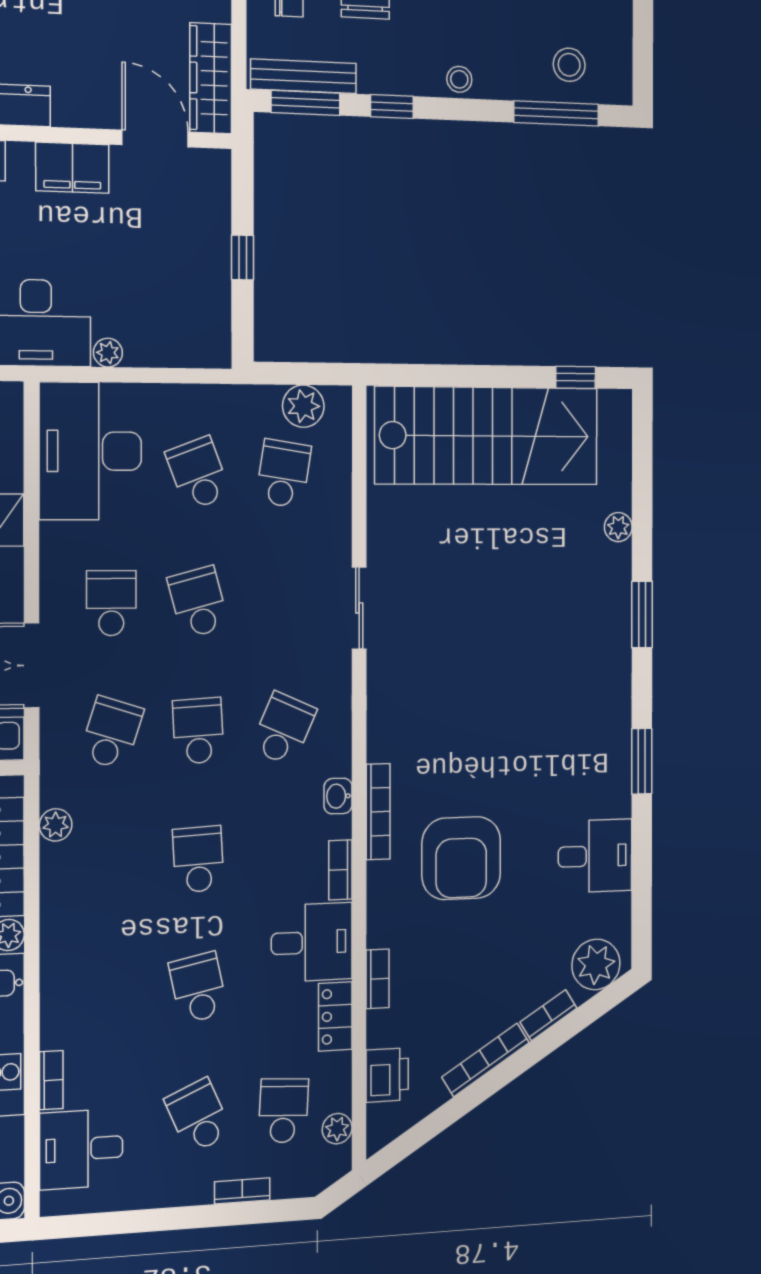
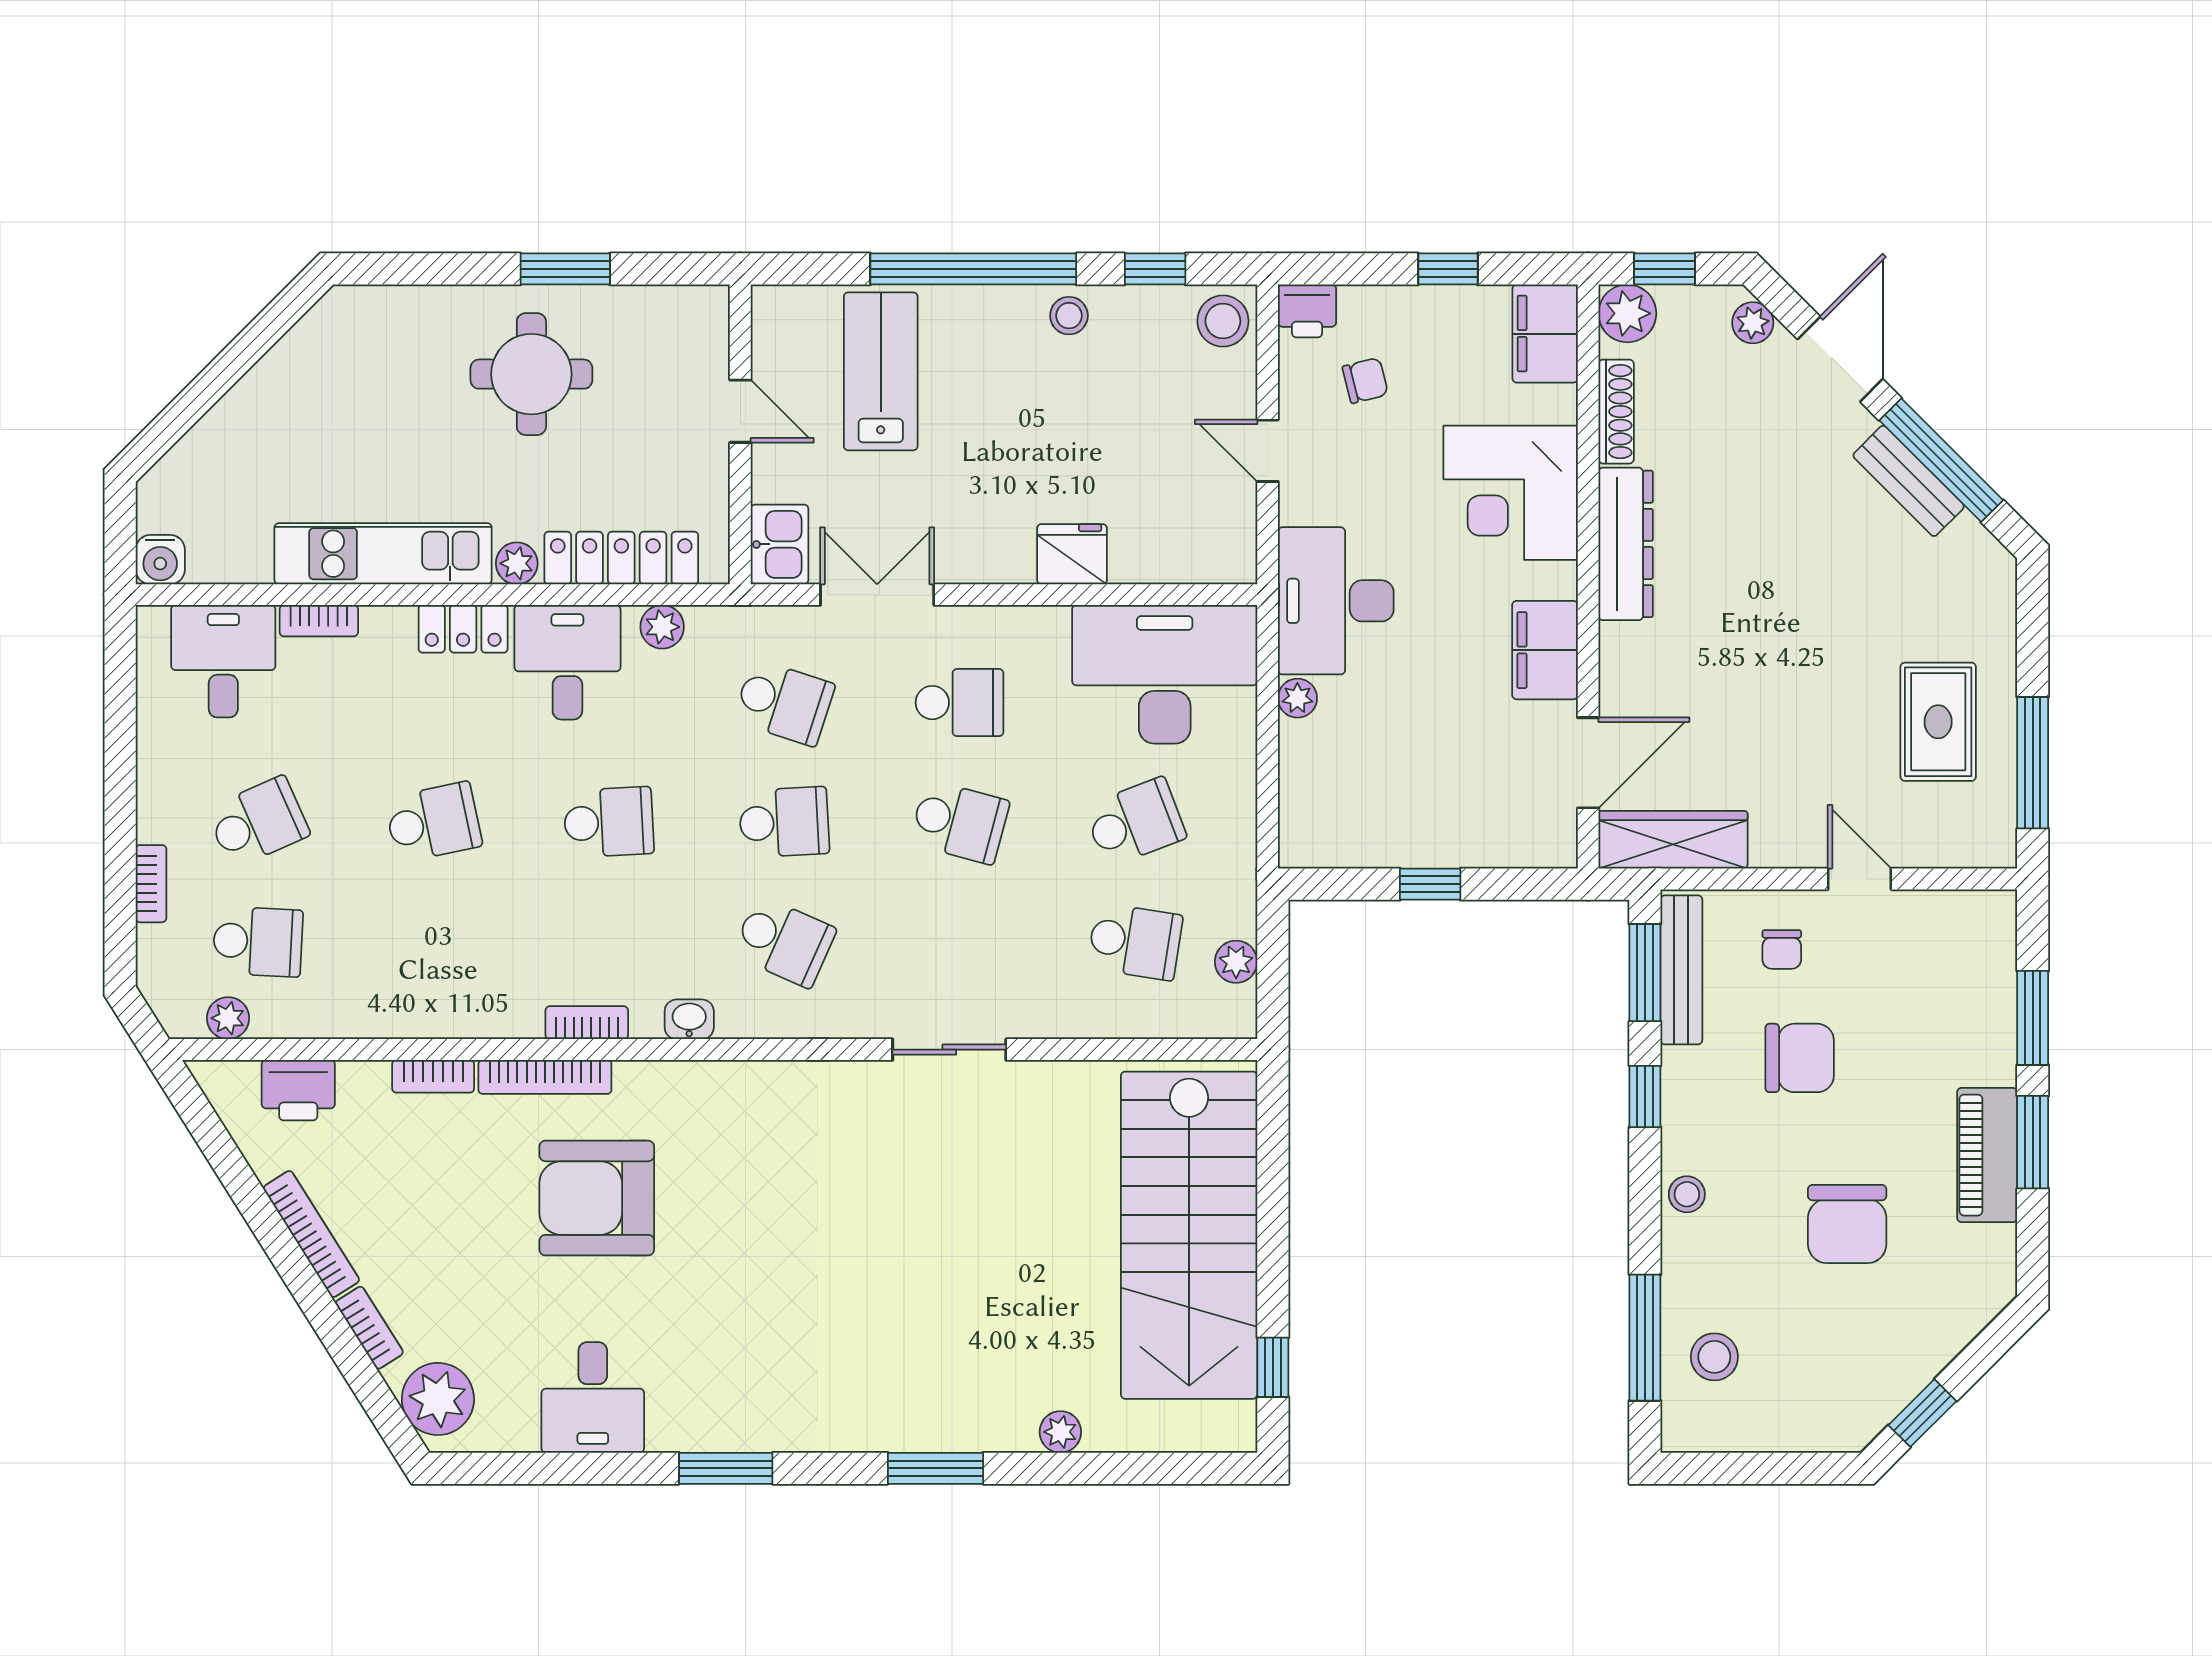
plant: (303, 406) -> (1236, 962), width x0.73, depth x0.73
school desk: (198, 602) -> (960, 822), turned 30
bookcase: (378, 812) -> (545, 1077), moved
desk: (312, 942) -> (567, 662), moved, turned 180
locker: (335, 1016) -> (463, 629), moved, turned 180

